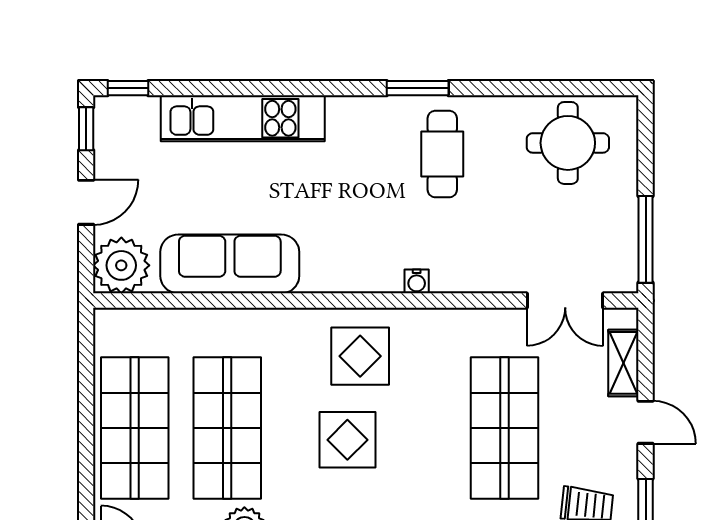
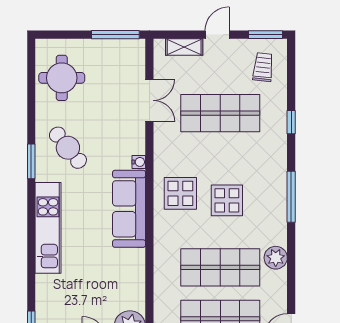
kitchen unit: (243, 118) -> (48, 228), moved
cafe table: (442, 154) -> (68, 148), turned 51
sofa: (230, 264) -> (129, 209), moved
double door: (565, 301) -> (149, 100), moved

